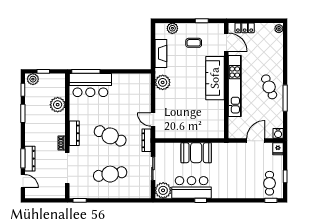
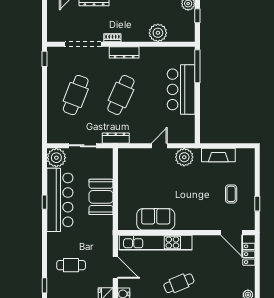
plant: (172, 28) -> (248, 169), removed
door: (226, 42) -> (232, 233), hinge flipped
sofa: (215, 78) -> (156, 219), moved, width x0.73
bar counter: (90, 85) -> (181, 89), moved
kitchen unit: (235, 86) -> (156, 243), moved
door: (153, 120) -> (159, 146), moved
cafe table: (110, 174) -> (76, 95), turned 30
cafe table: (270, 183) -> (71, 265), moved
bar counter: (192, 187) -> (60, 200), width x1.36

